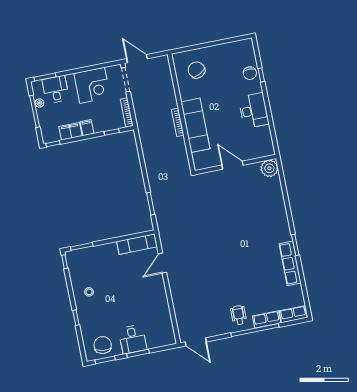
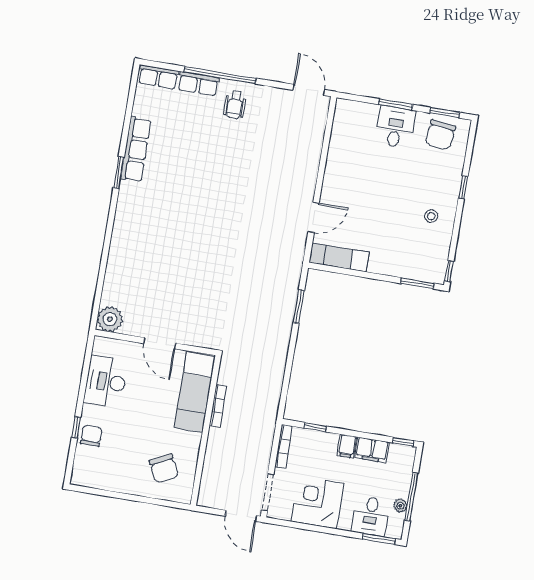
door: (232, 165) -> (160, 343), moved
wall: (235, 165) -> (155, 343), moved
plant: (269, 168) -> (110, 319), moved

